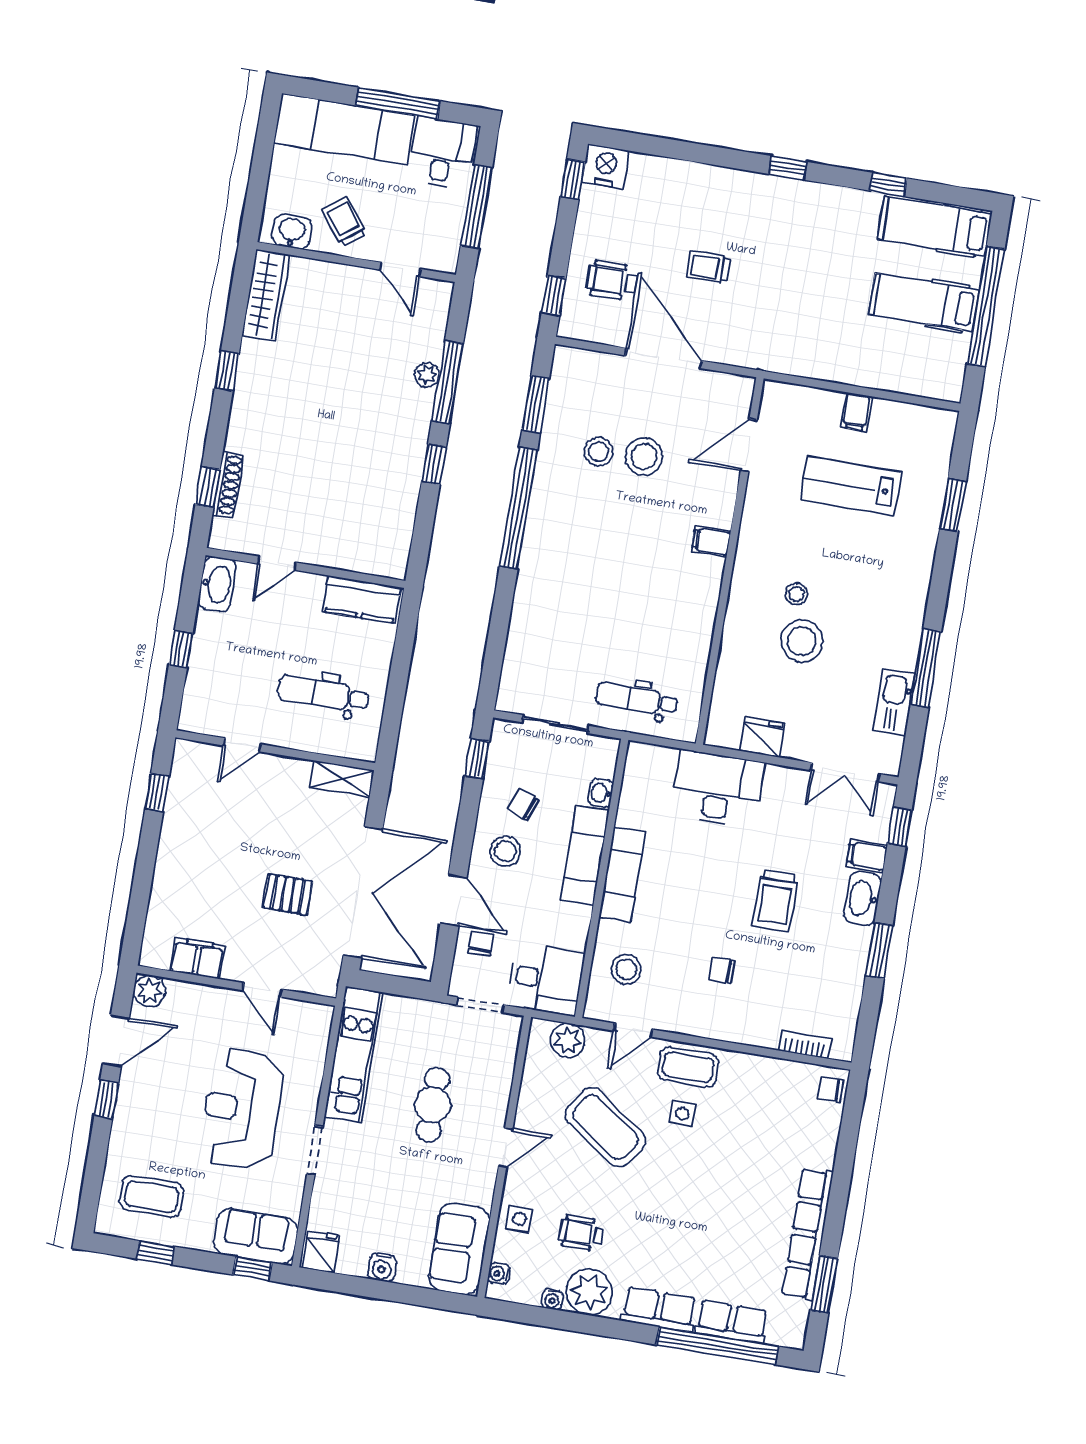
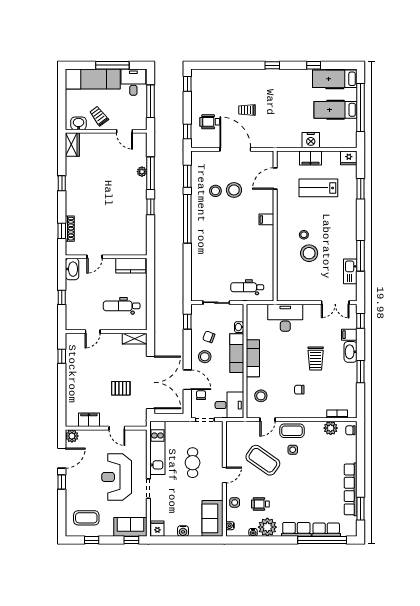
nightstand: (606, 166) -> (311, 140), moved, turned 180
wardrobe: (266, 295) -> (72, 145), width x0.67
filing cabinet: (857, 412) -> (311, 158), width x2.00
fridge: (762, 737) -> (349, 158), moved, turned 180
plant: (568, 1040) -> (331, 428), moved

